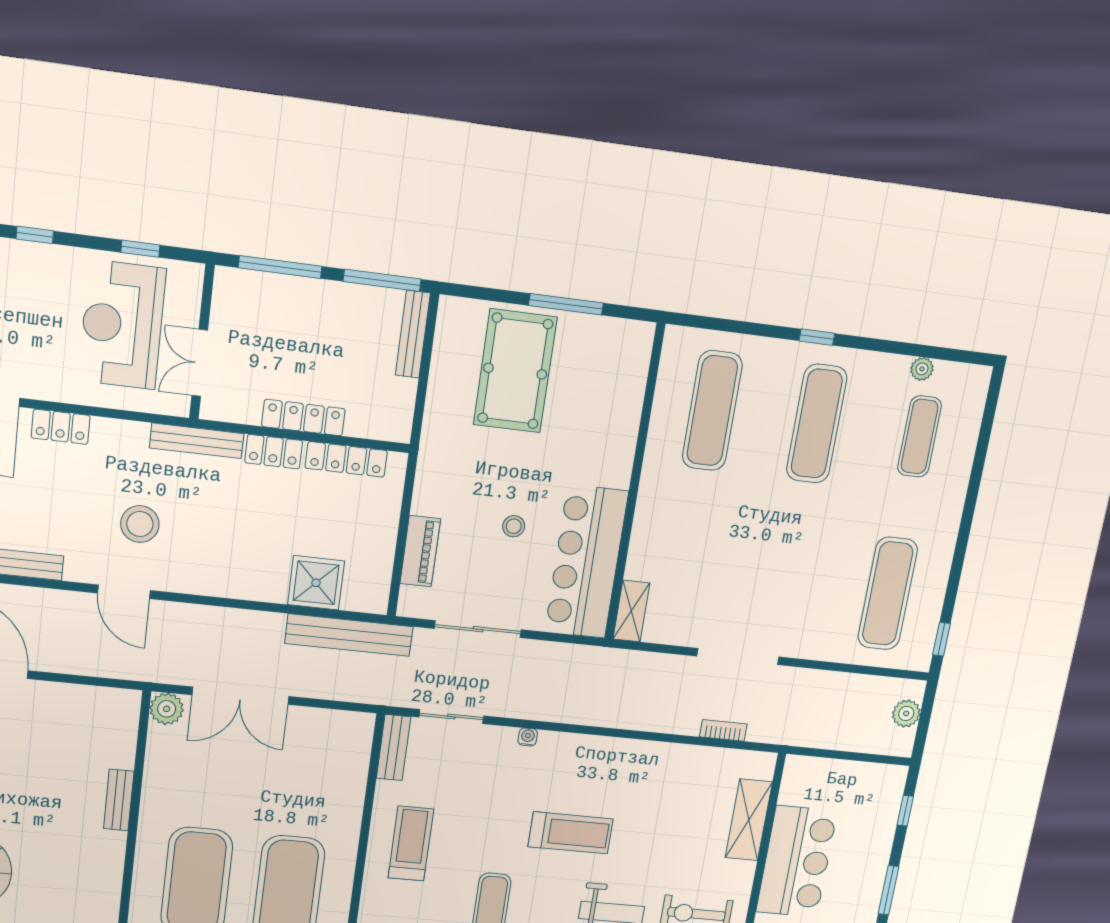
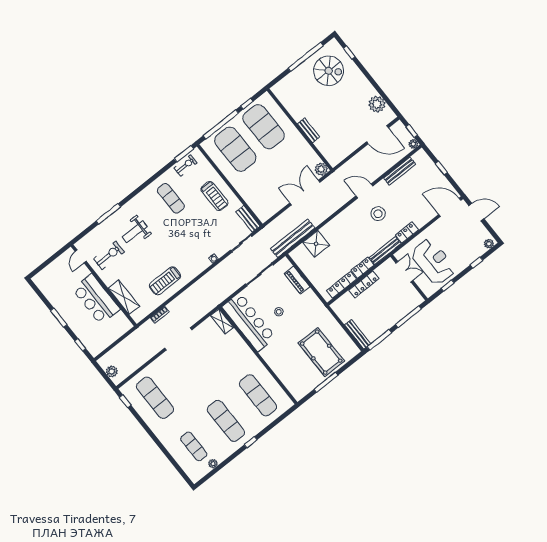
locker: (61, 427) -> (407, 232), moved
treadmill: (571, 833) -> (165, 281), moved

